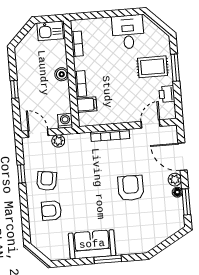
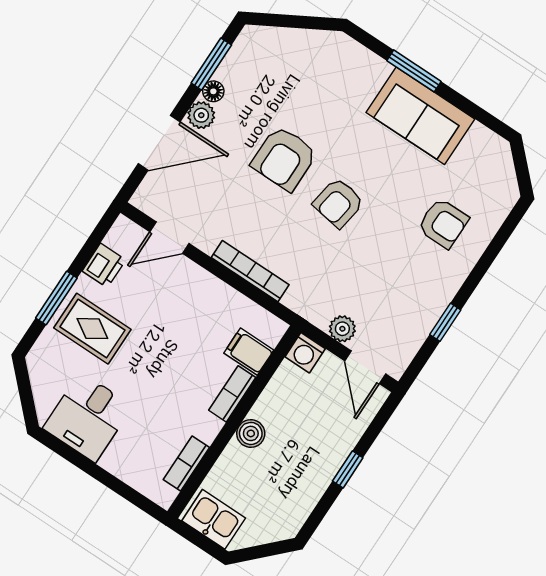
door: (183, 157) -> (159, 143), hinge flipped
armchair: (47, 181) -> (338, 203), moved

